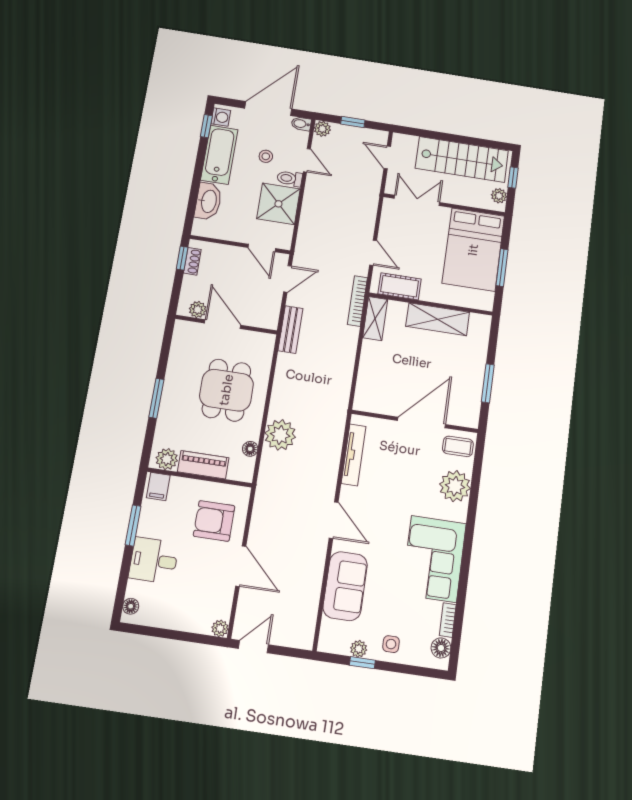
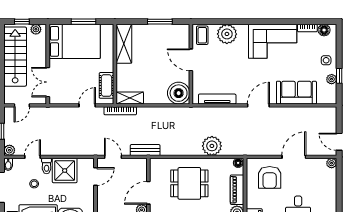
shelving: (438, 319) -> (124, 44), moved
boiler: (372, 395) -> (179, 93), added
door: (422, 422) -> (191, 60), width x0.73
floor lamp: (250, 449) -> (238, 163), moved

